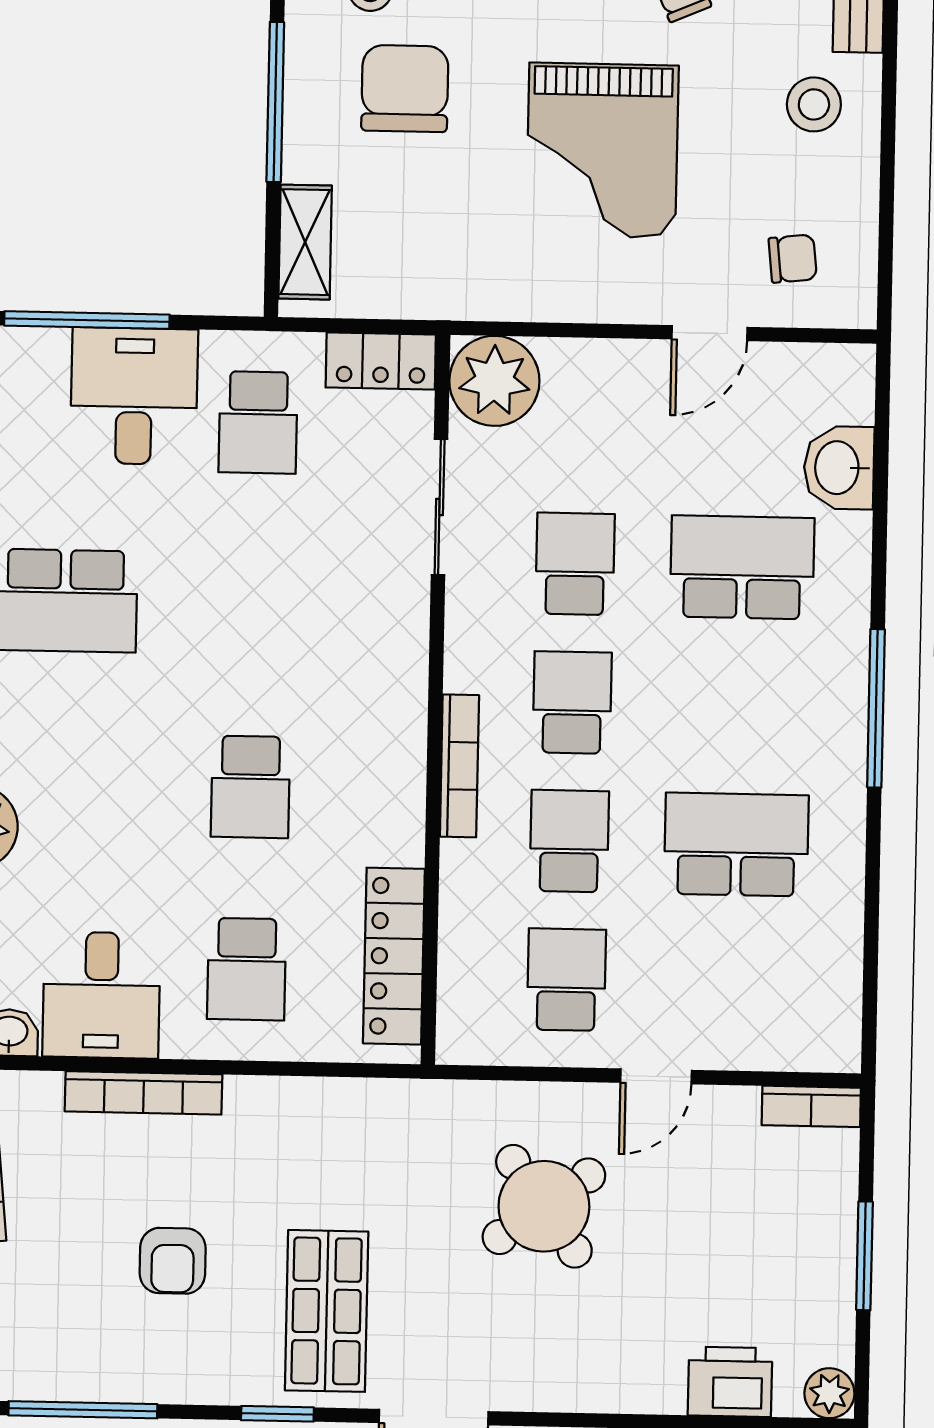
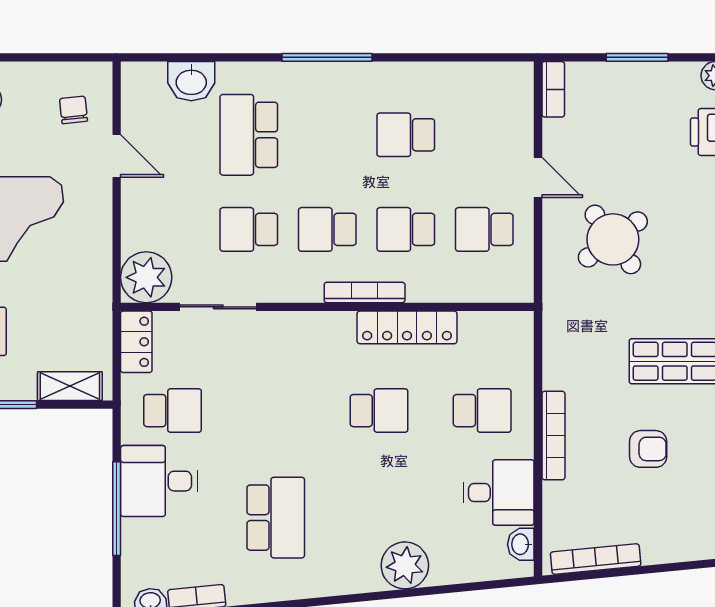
school desk: (736, 845) -> (406, 135), width x0.54
locker: (394, 956) -> (407, 327), moved
bookcase: (144, 1093) -> (553, 436), moved

